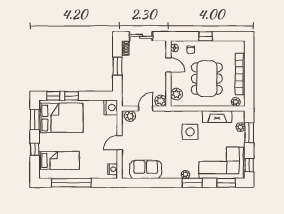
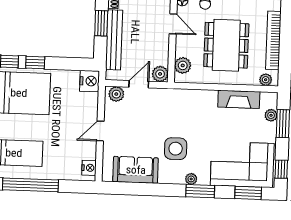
bench: (127, 78) -> (114, 40), added
side table: (190, 132) -> (176, 149), moved

